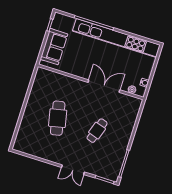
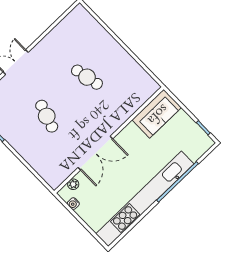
sofa: (54, 47) -> (157, 114), moved, turned -90
cafe table: (58, 118) -> (87, 77), width x0.73, depth x0.74

